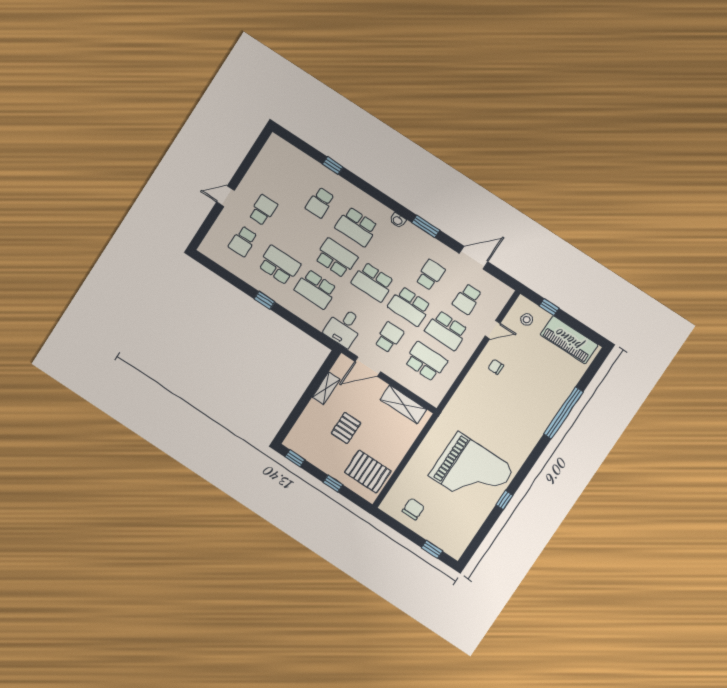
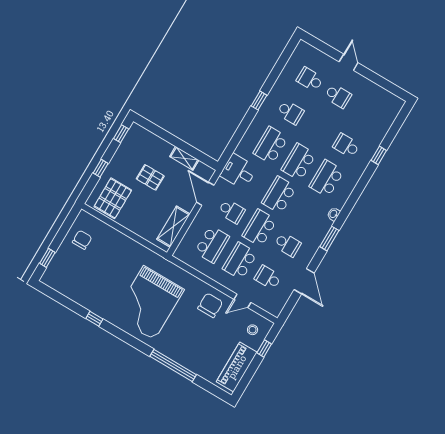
school desk: (336, 258) -> (299, 162), turned 180
school desk: (279, 265) -> (290, 112), width x0.54
door: (493, 330) -> (242, 301), hinge flipped
chair: (496, 367) -> (210, 305), width x1.87, depth x1.87
grand piano: (472, 472) -> (149, 303), moved
chair: (413, 509) -> (82, 240), turned -90

